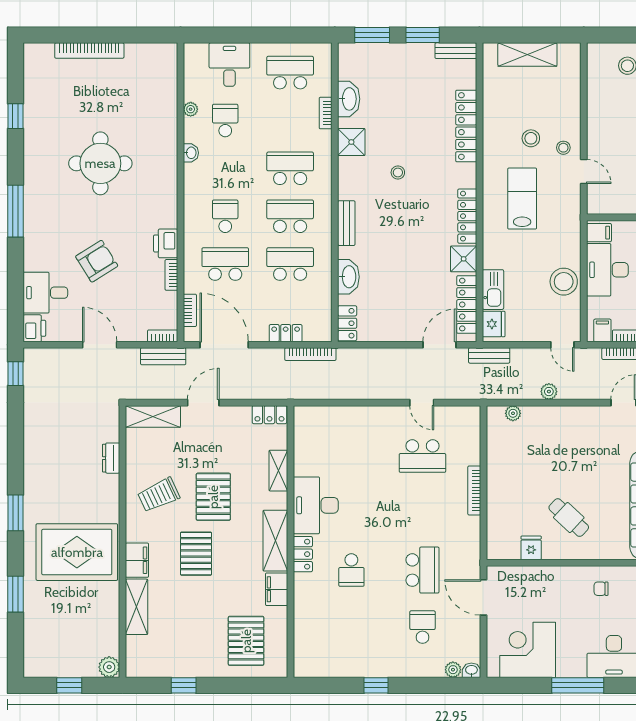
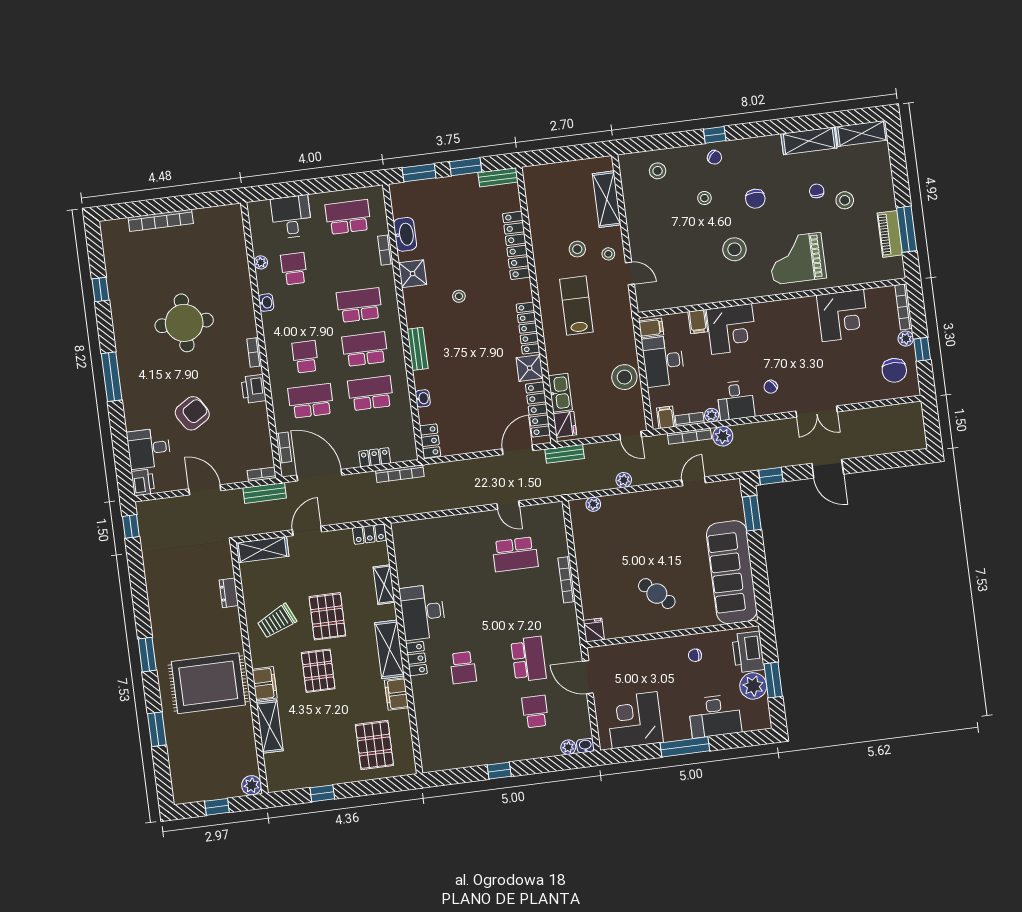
shelving: (527, 55) -> (607, 199), moved, turned 90
bookcase: (171, 275) -> (254, 352), moved
washbasin: (348, 277) -> (423, 398), width x0.52, depth x0.69
fridge: (531, 548) -> (594, 630), moved

